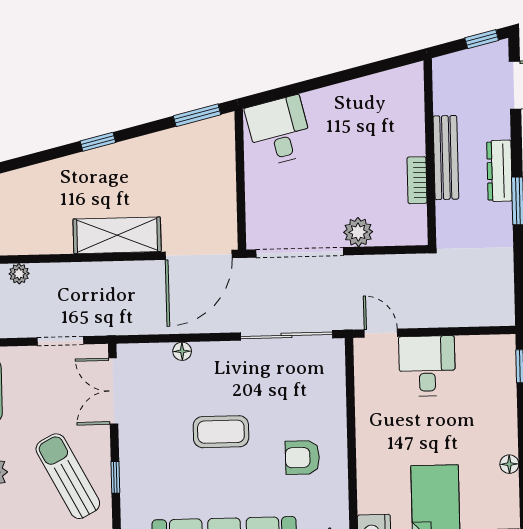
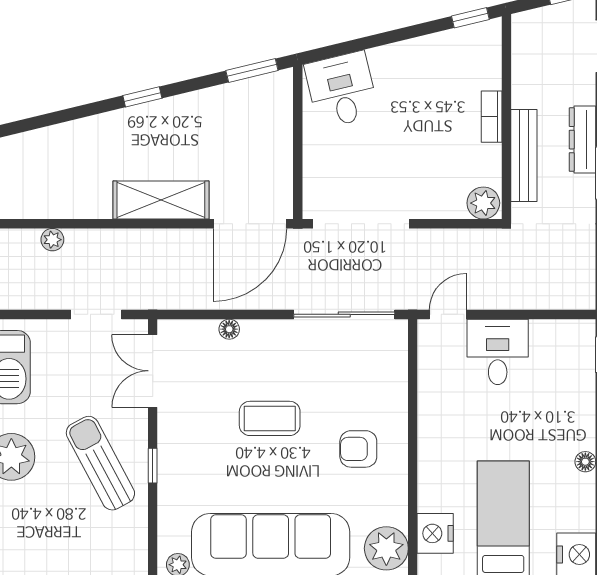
window: (395, 62) -> (470, 18), added
bench: (446, 158) -> (524, 156), moved
bookcase: (417, 180) -> (492, 117), moved
plant: (358, 232) -> (483, 203), moved
door: (381, 333) -> (448, 314), hinge flipped

